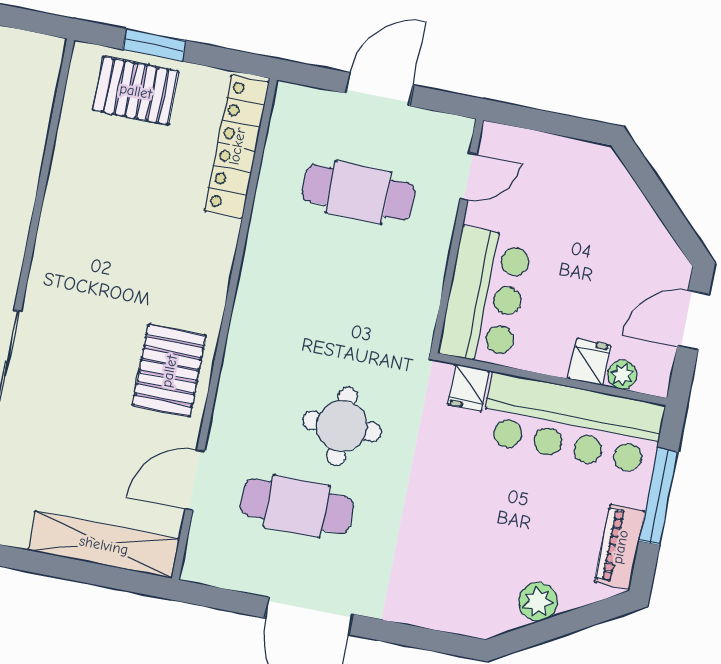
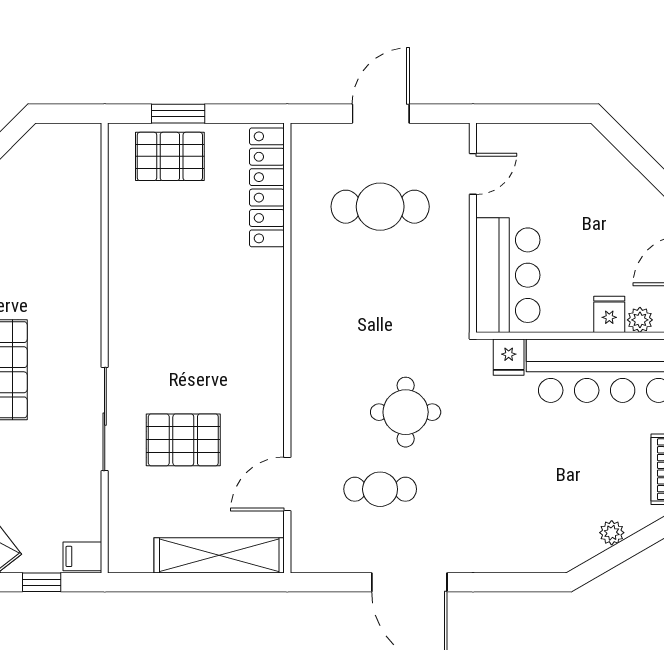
pallet: (169, 371) -> (183, 440), moved, turned 90
cafe table: (297, 506) -> (380, 489), width x0.73, depth x0.74
plant: (538, 602) -> (612, 533), width x0.73, depth x0.73

